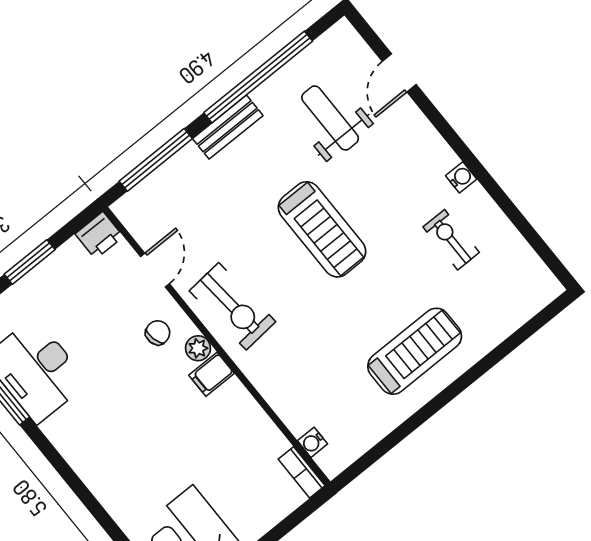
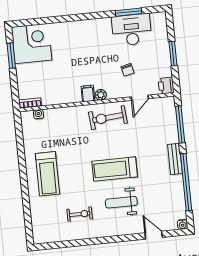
weight bench: (330, 118) -> (121, 202), moved, turned 180
water cooler: (461, 177) -> (183, 224), moved
door: (155, 270) -> (140, 98), hinge flipped
chair: (158, 333) -> (128, 70), moved

